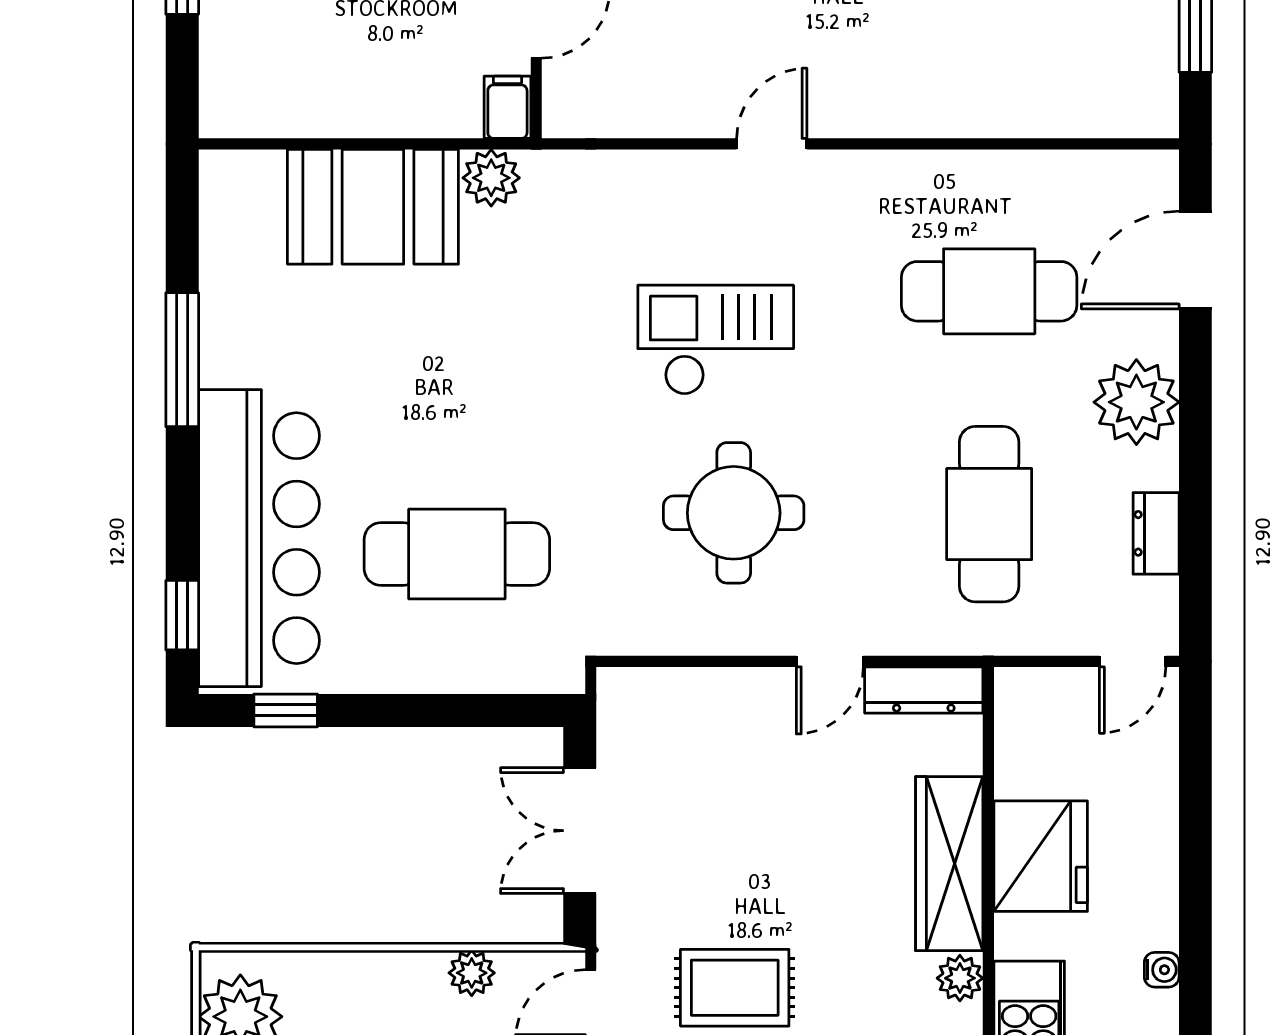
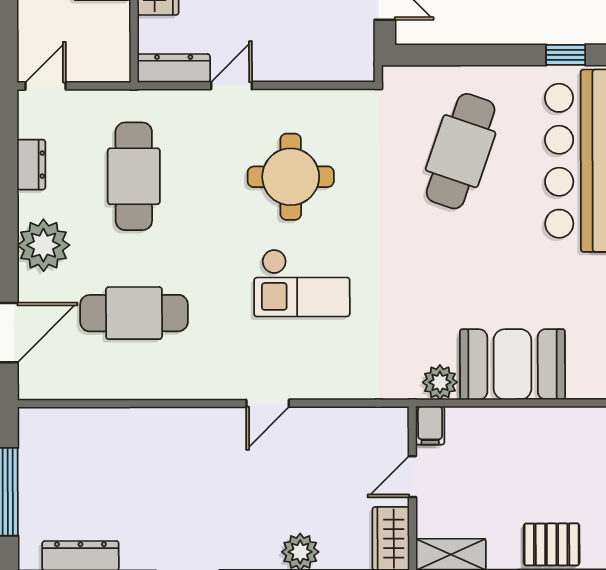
cafe table: (457, 554) -> (461, 151), turned -71

